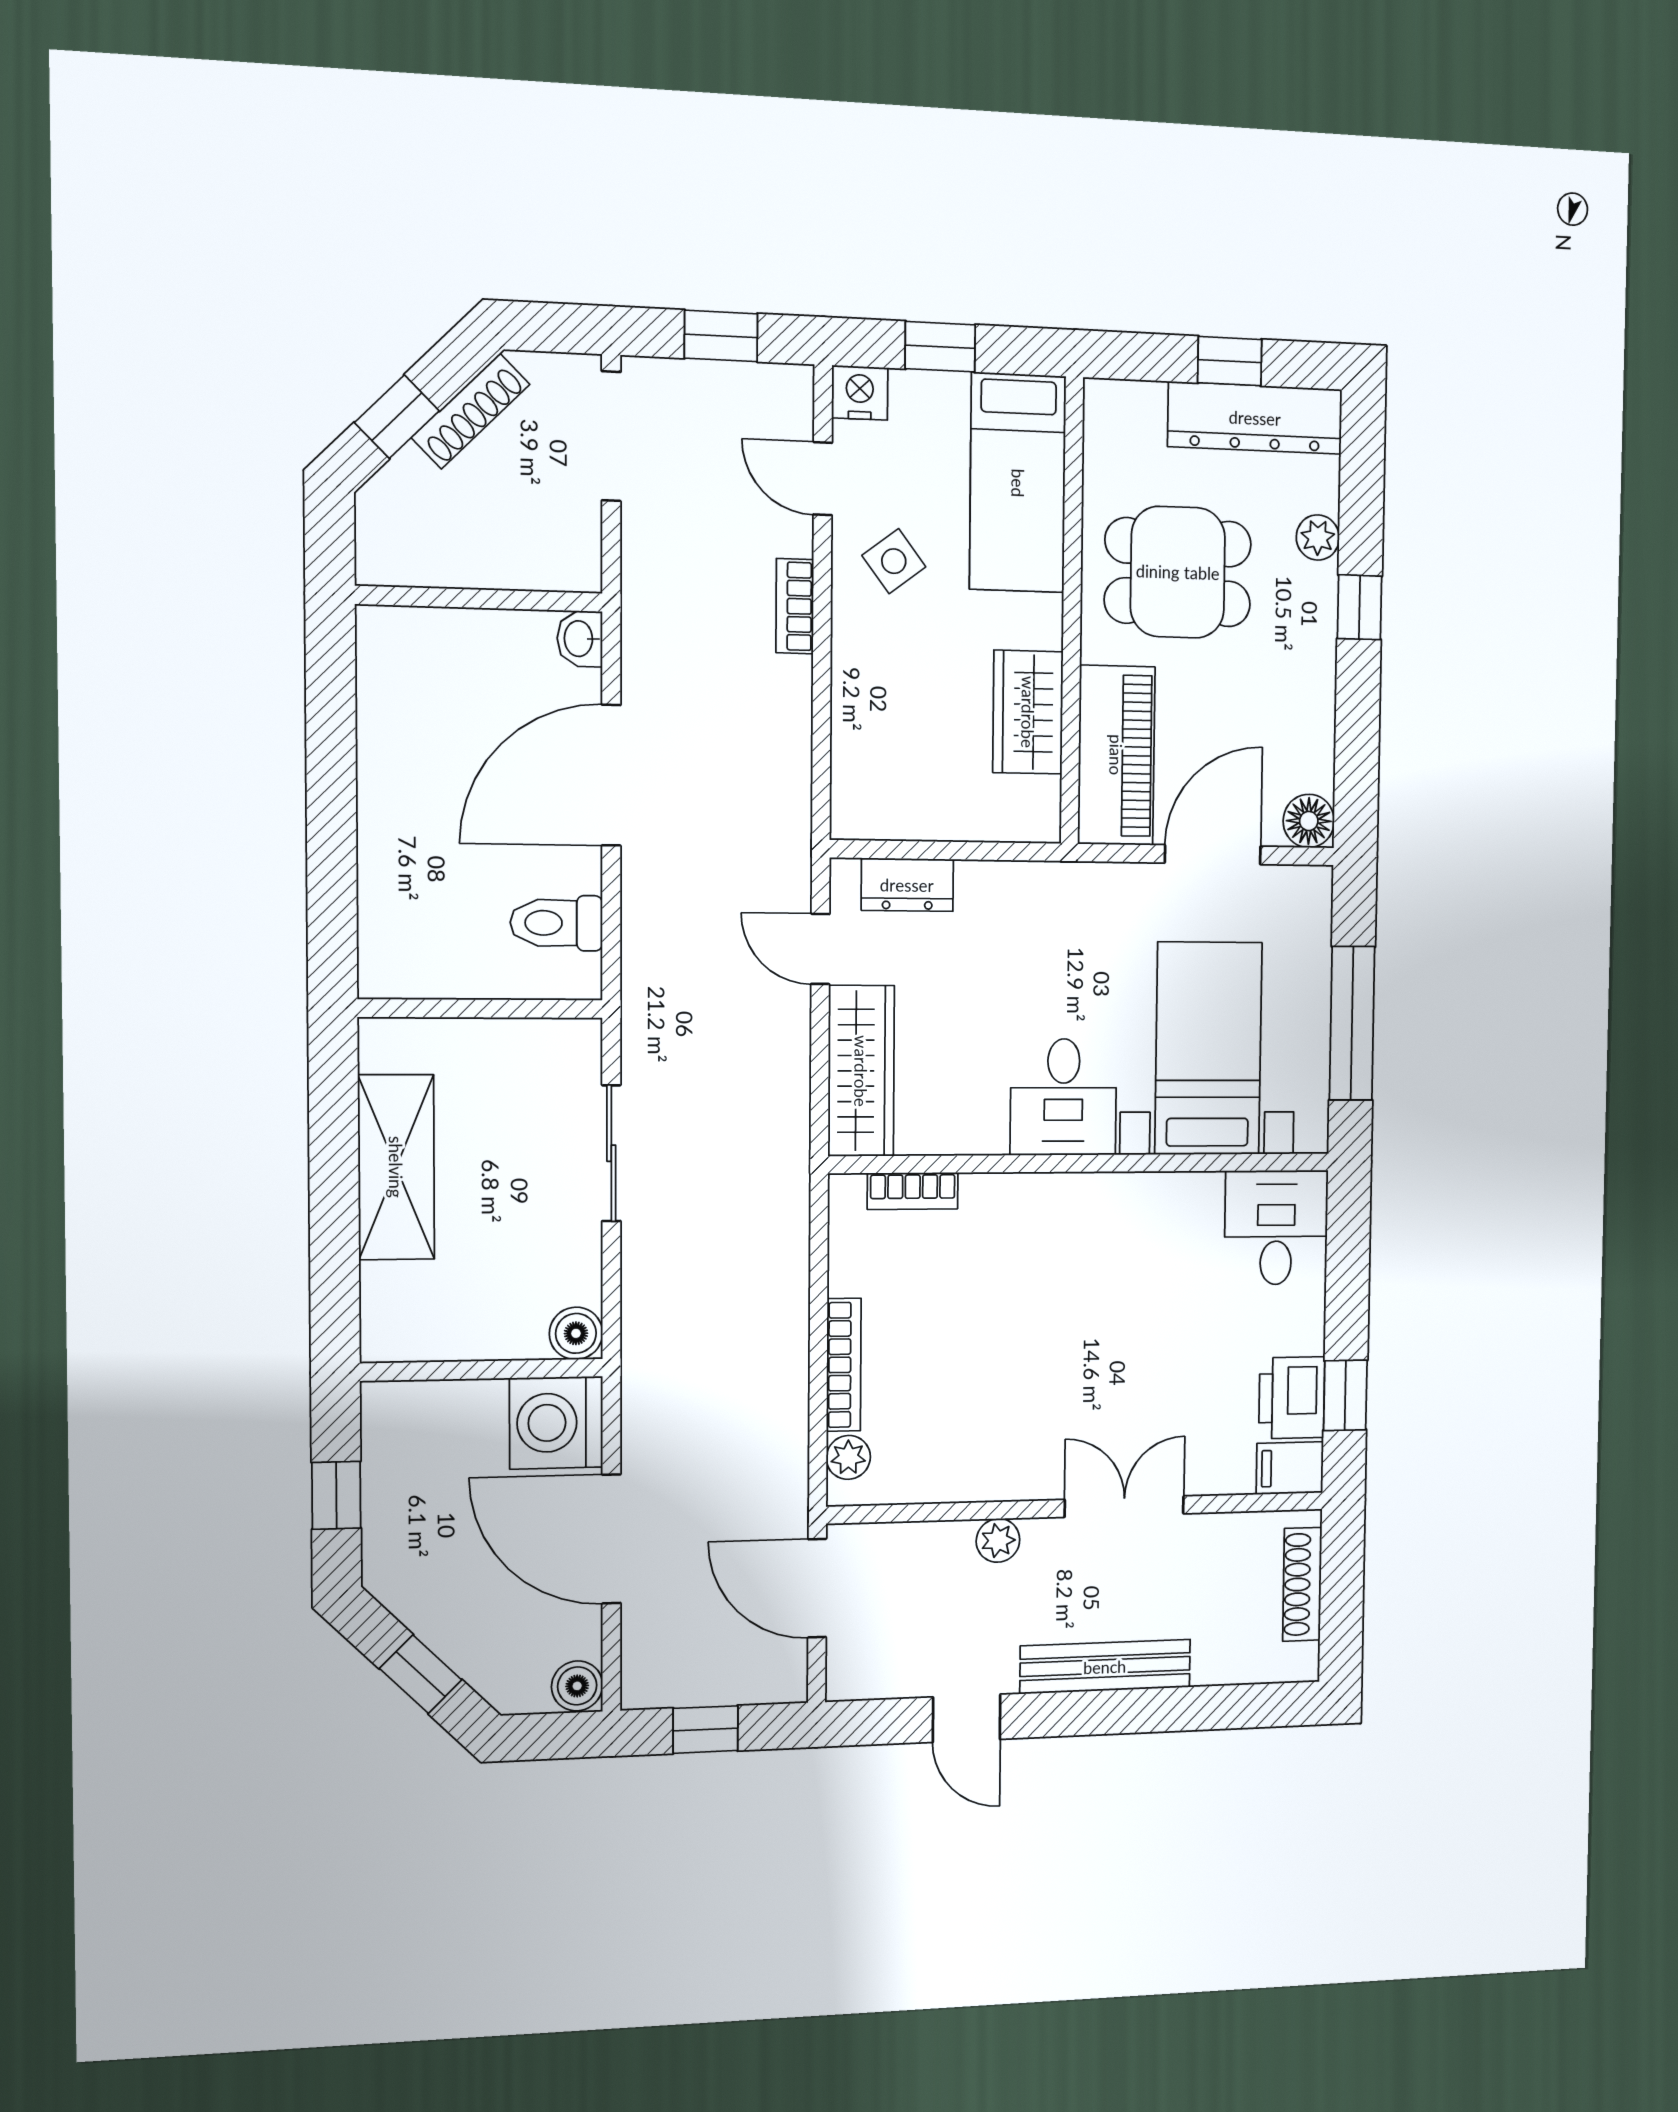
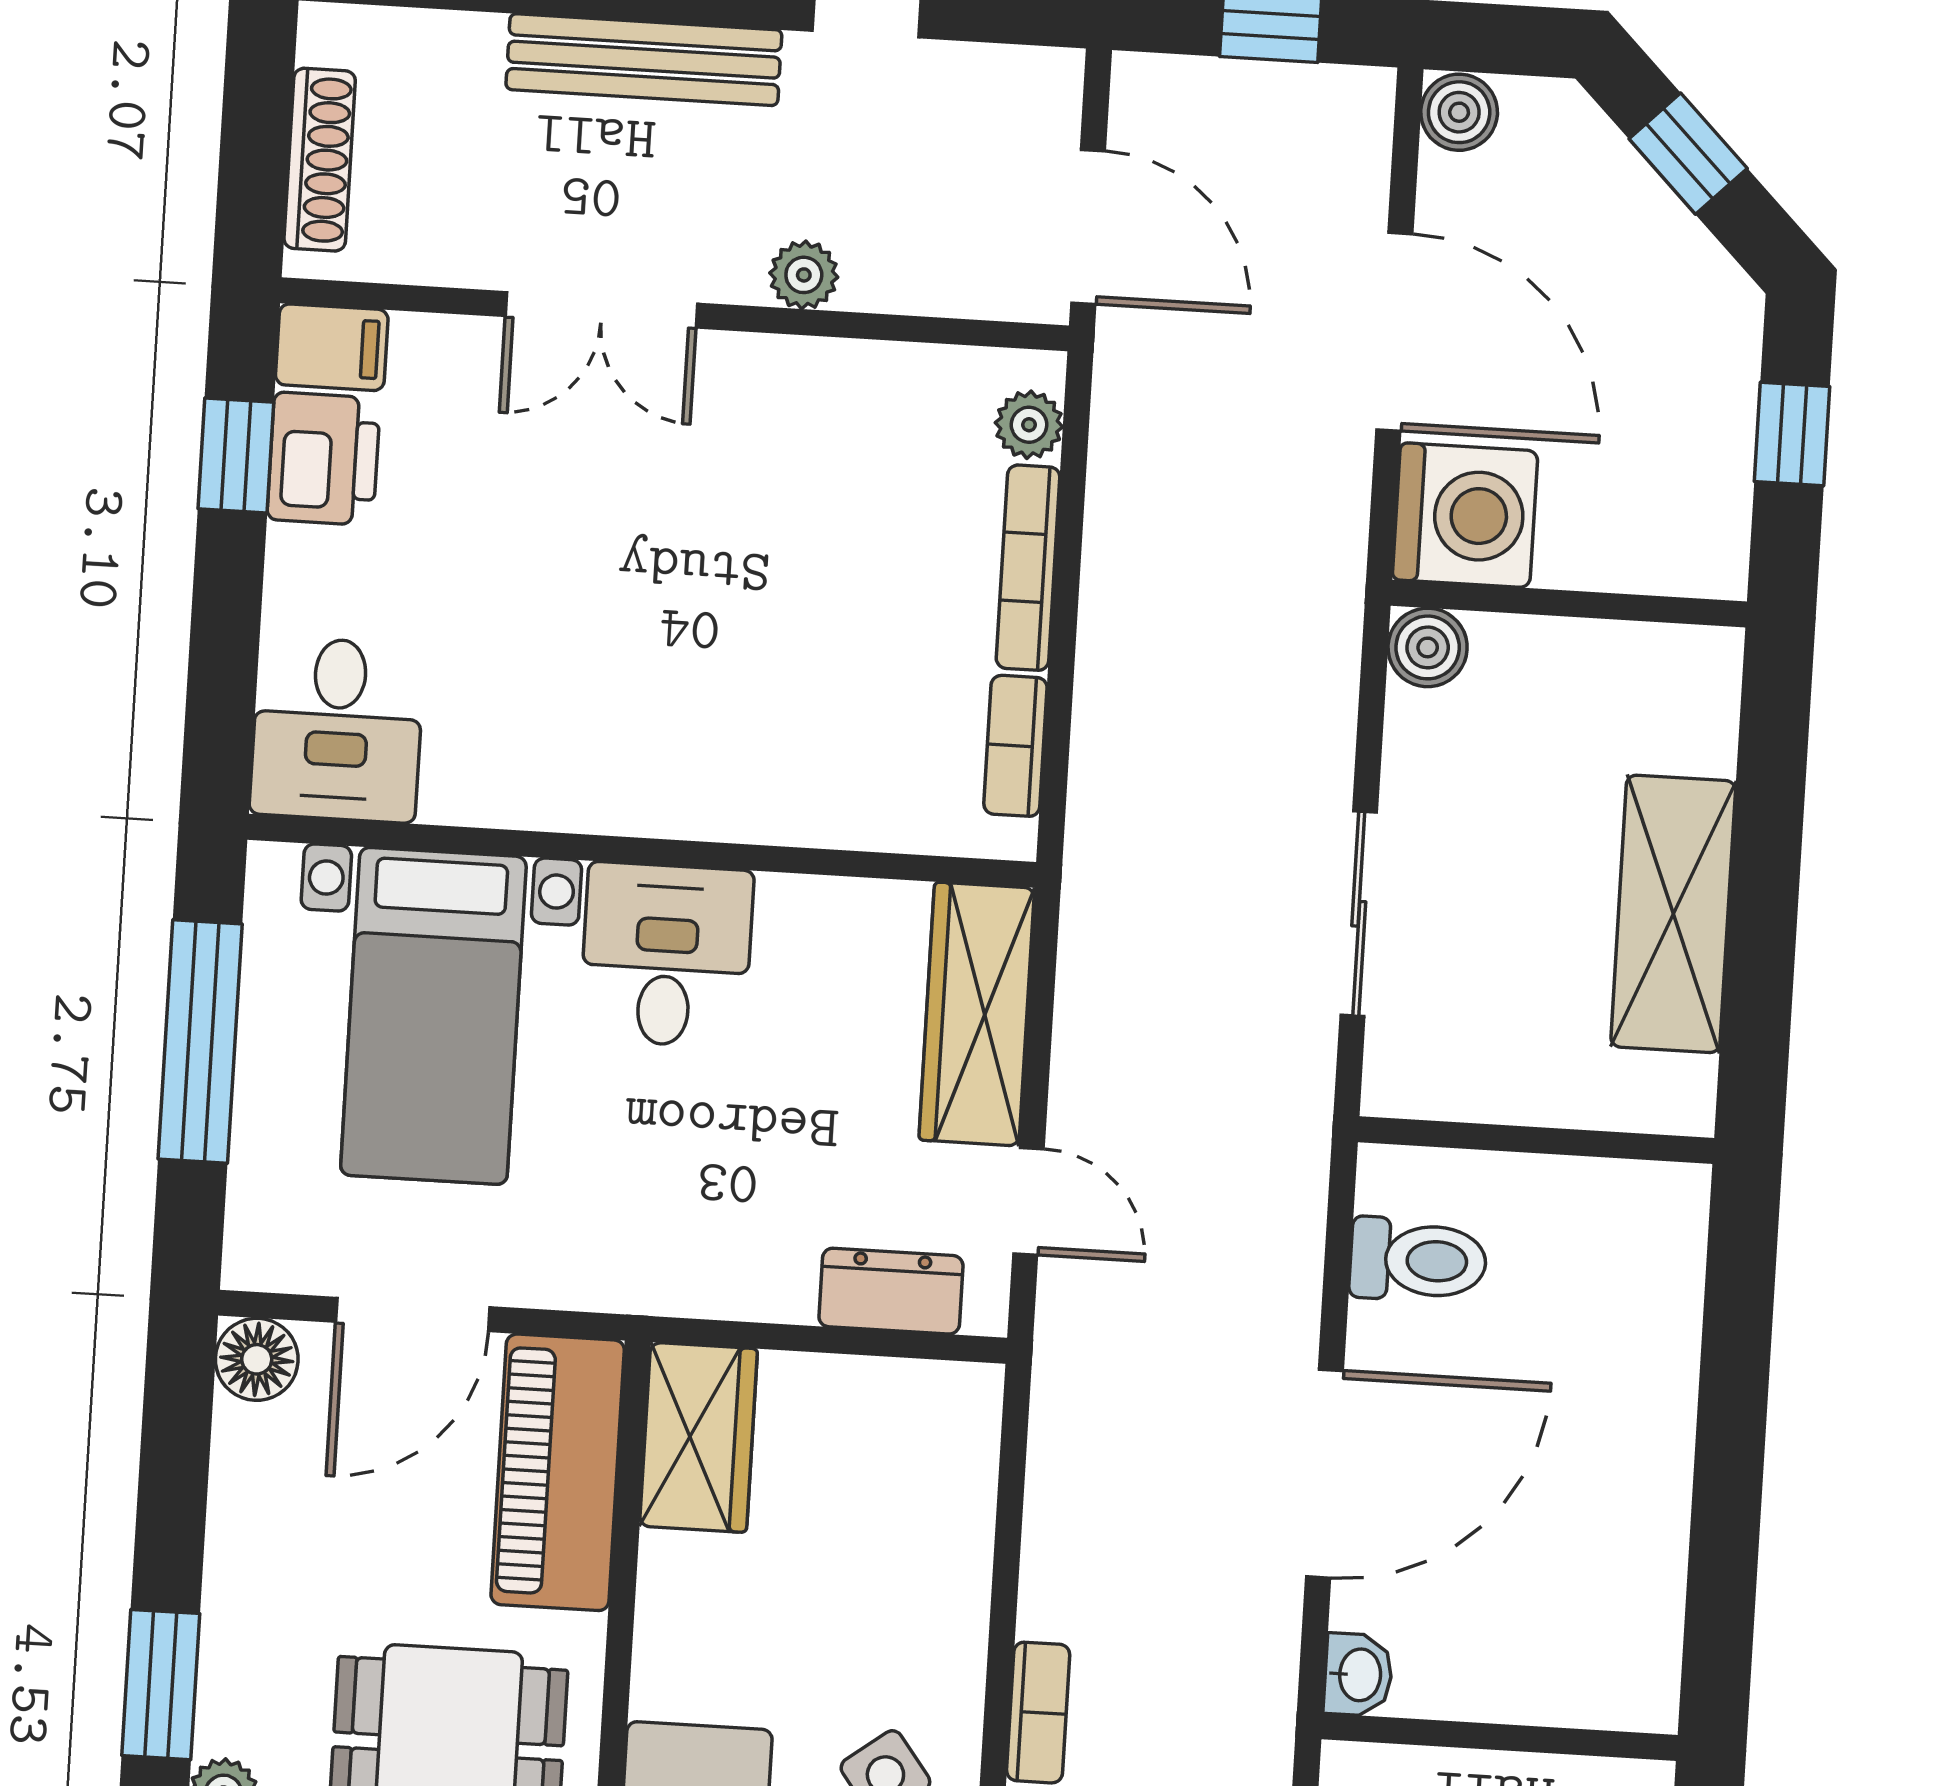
window: (1360, 607) -> (161, 1685), width x1.50
wardrobe: (1028, 712) -> (698, 1437), moved
bookcase: (913, 1191) -> (1015, 746), moved, turned -90

